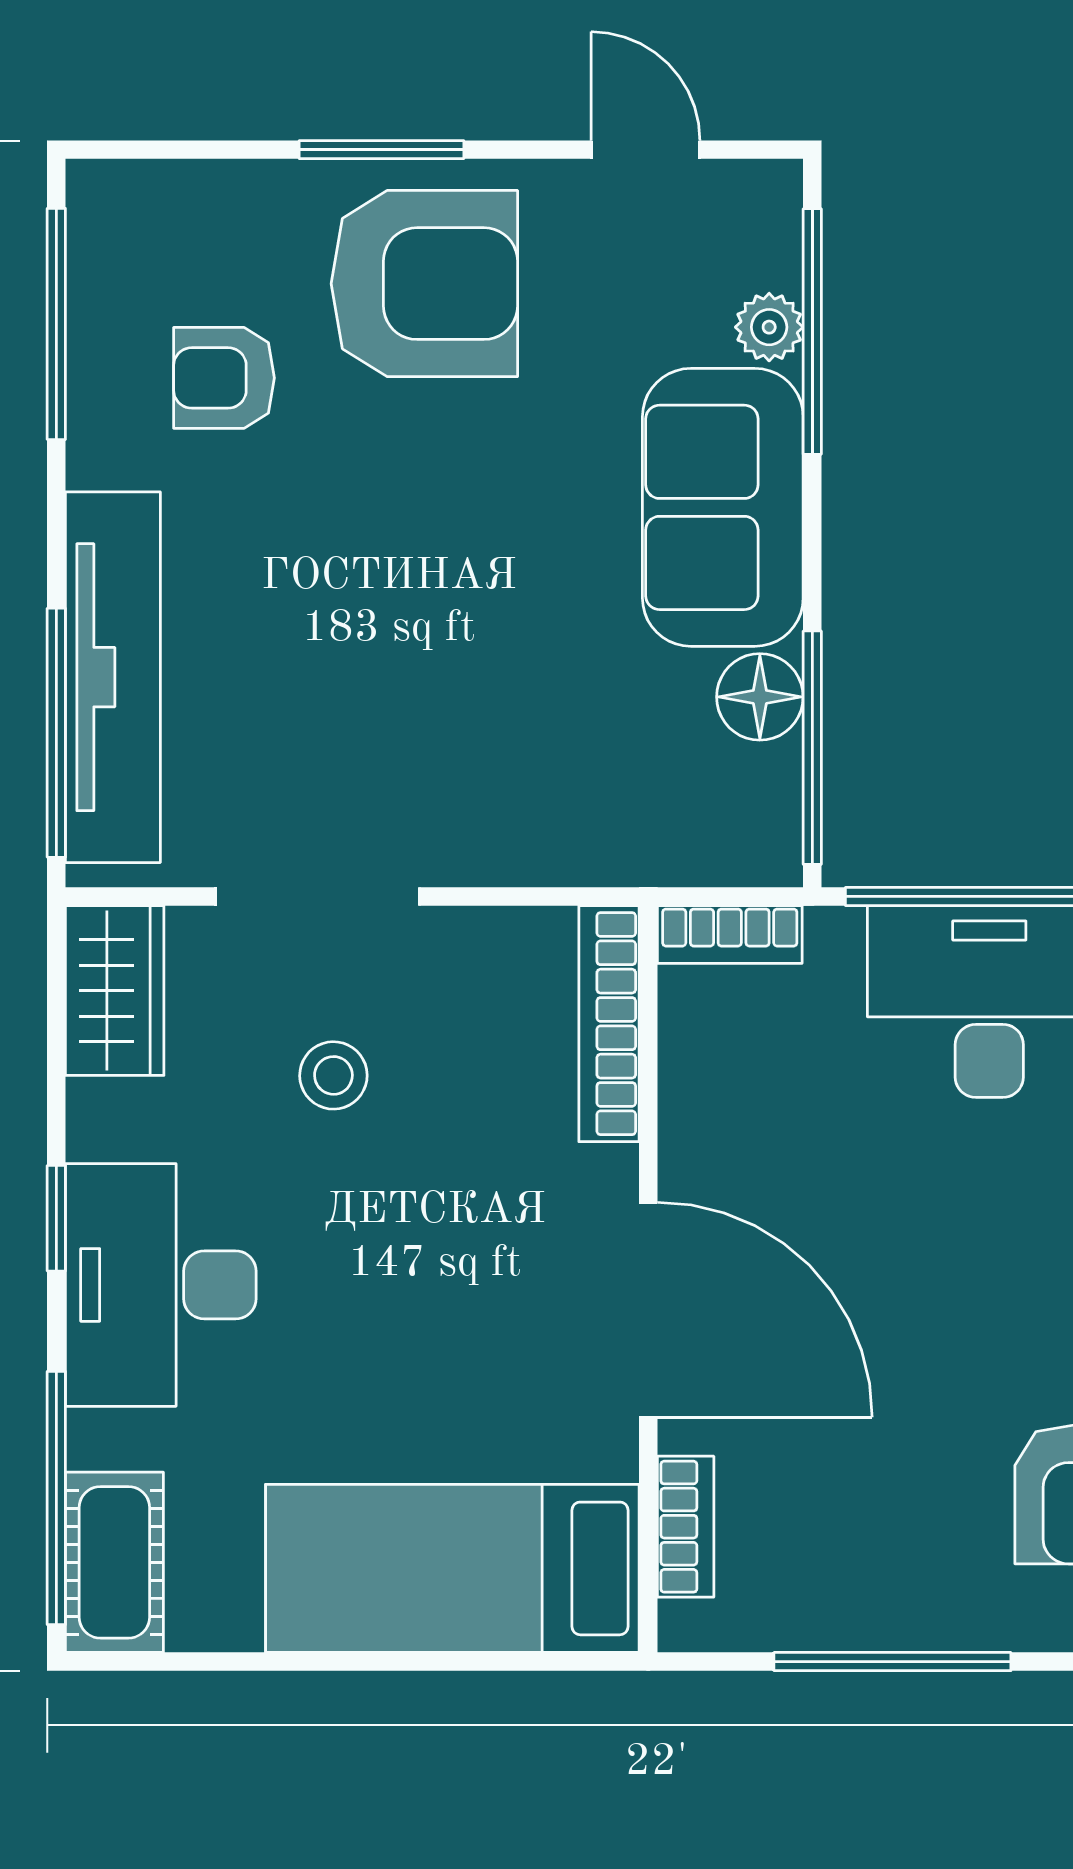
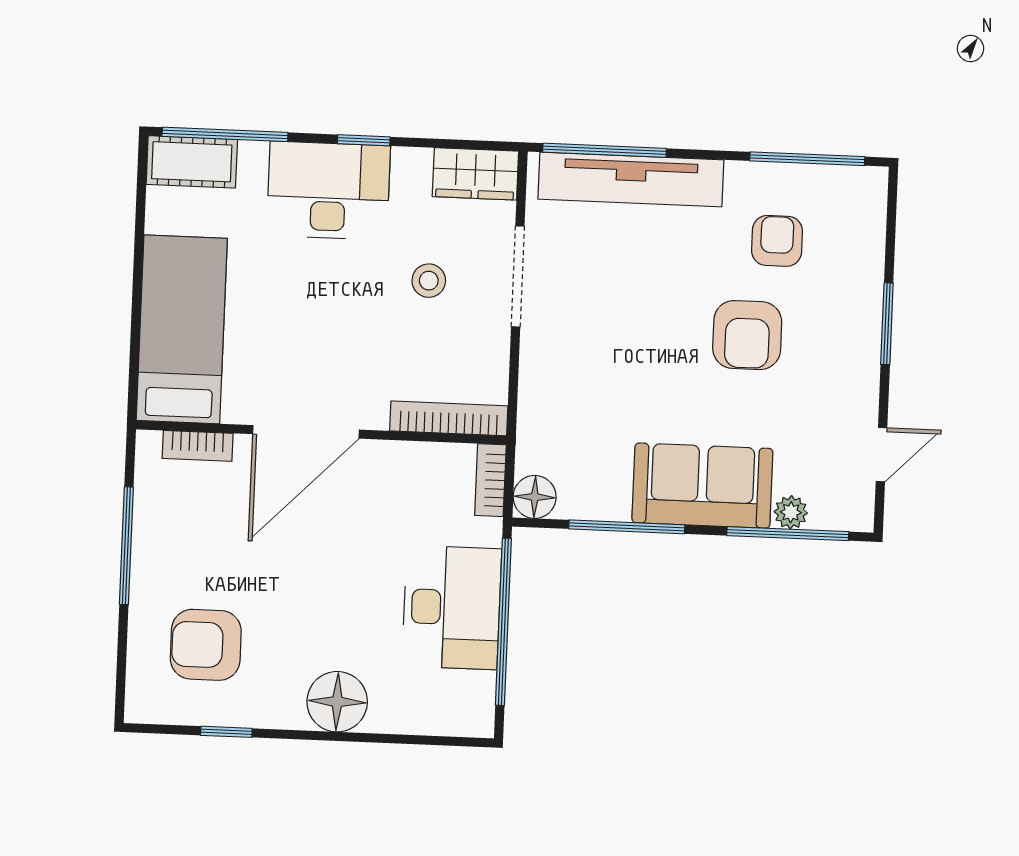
armchair: (424, 284) -> (747, 335), moved, width x0.73, depth x0.73
floor lamp: (760, 697) -> (535, 497), moved
window: (812, 748) -> (627, 527), moved

